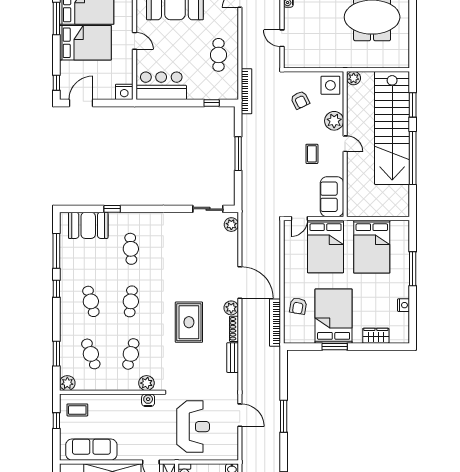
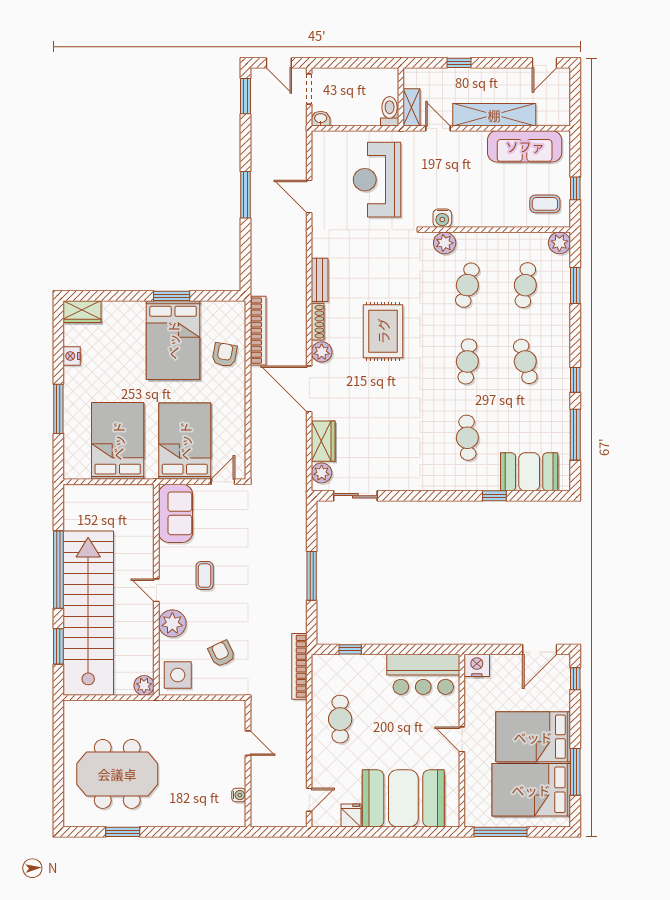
wardrobe: (230, 246) -> (323, 441), added
wardrobe: (376, 336) -> (82, 312), moved
cafe table: (91, 354) -> (525, 285), turned 30

